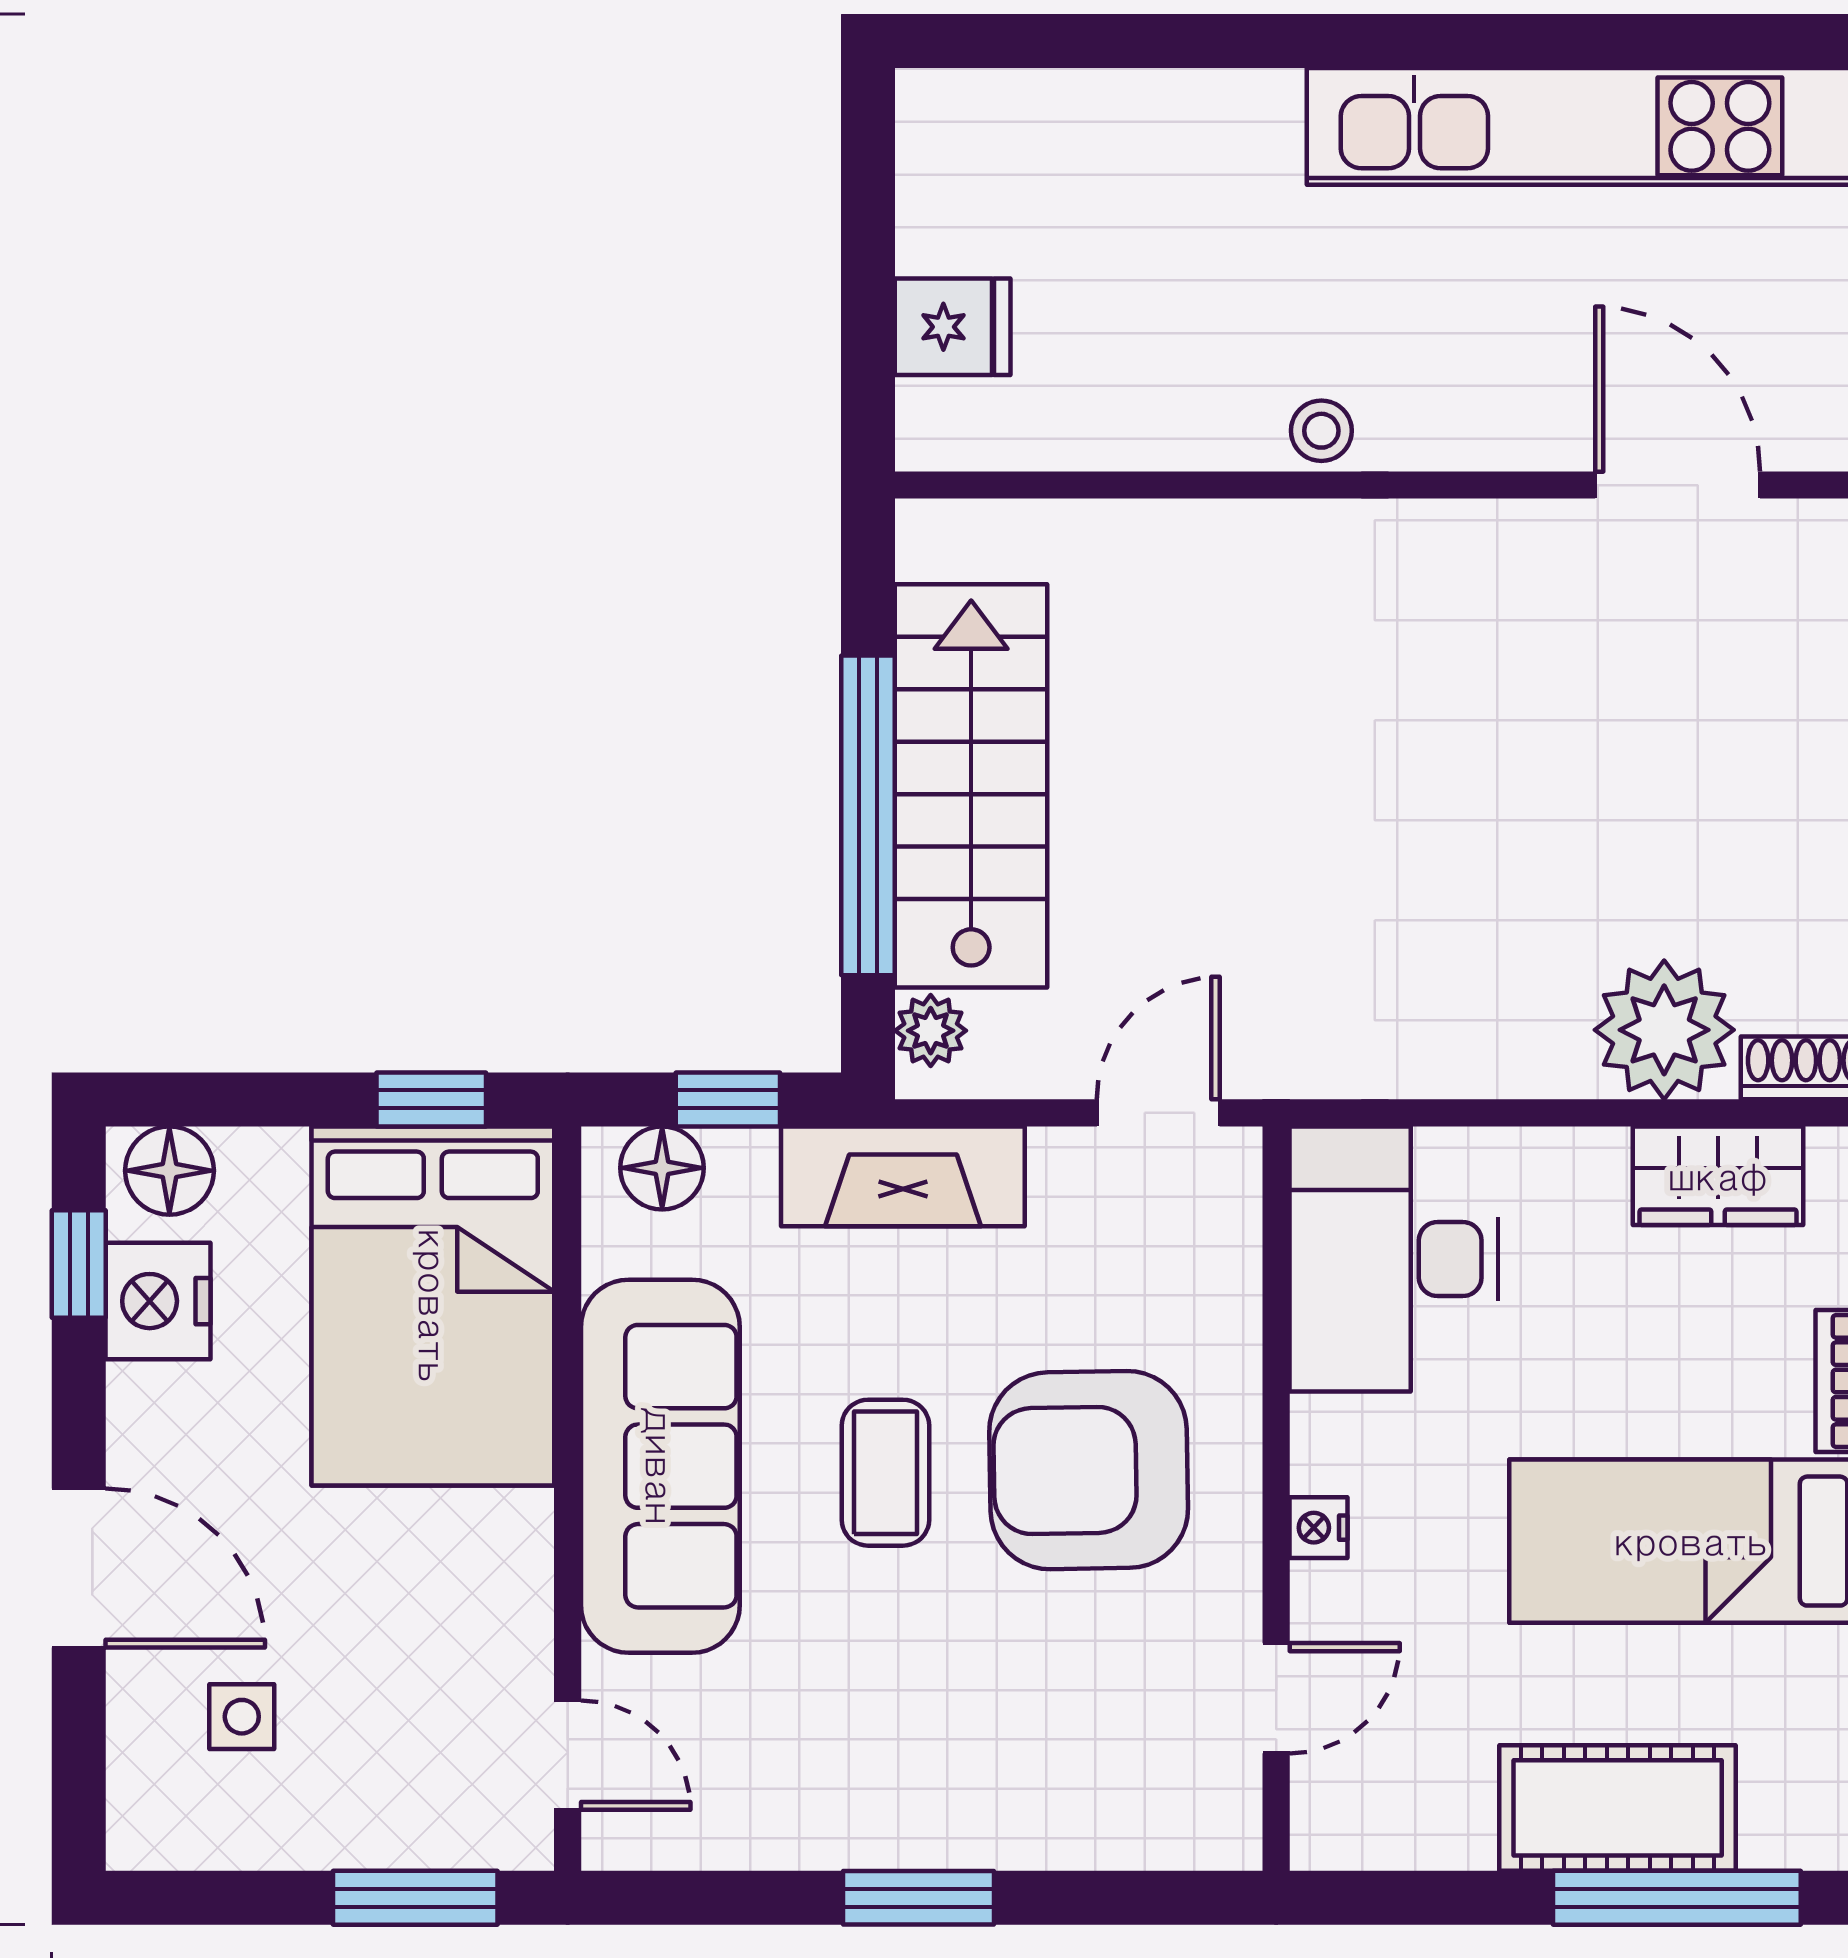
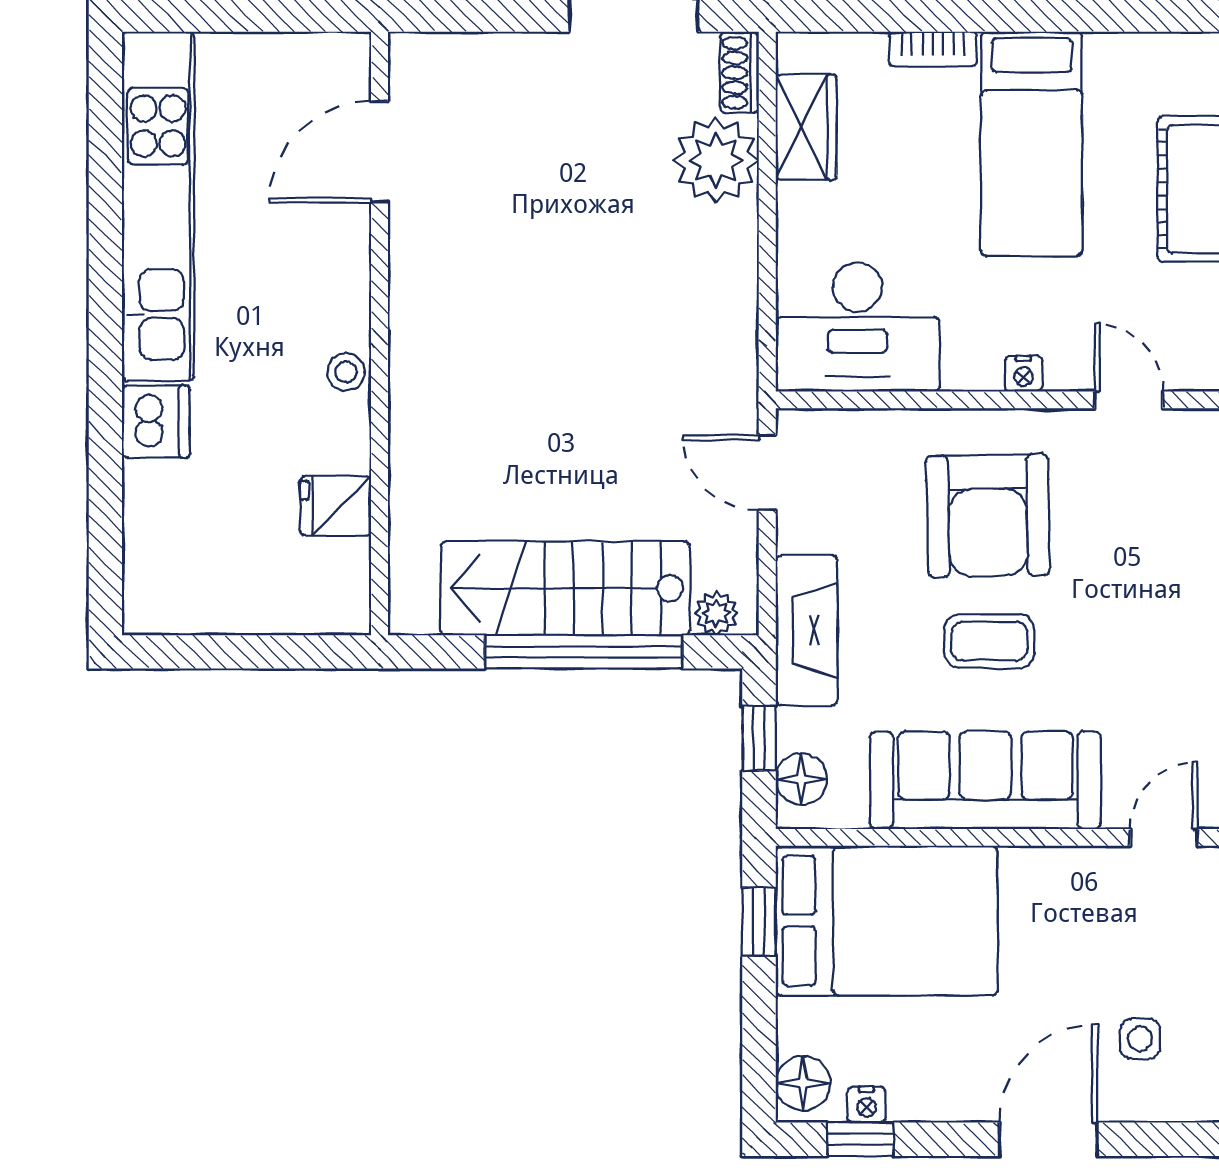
dishwasher: (1241, 123) -> (156, 421), added
fridge: (953, 327) -> (336, 506), moved, turned -90
nightstand: (158, 1301) -> (867, 1105), width x0.53, depth x0.56

